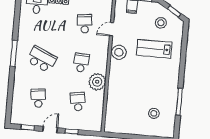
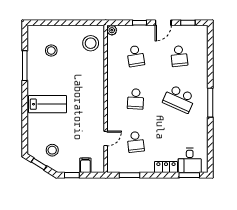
lab bench: (154, 49) -> (48, 104), moved
stool: (119, 52) -> (91, 43), moved
plant: (97, 82) -> (112, 30), moved, width x0.53, depth x0.53

